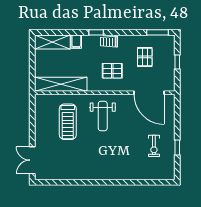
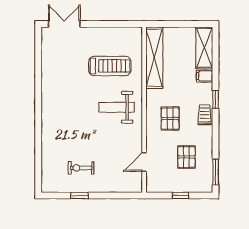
pallet: (145, 57) -> (186, 157), turned 90
door: (149, 93) -> (144, 162), width x0.53
treadmill: (68, 122) -> (110, 66), turned 180

